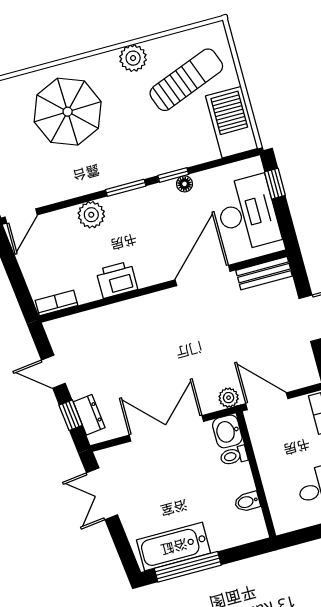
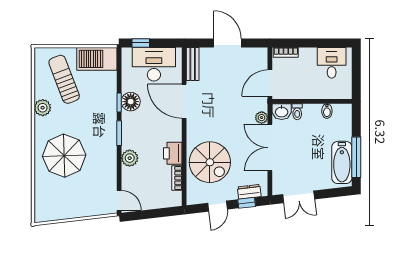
floor lamp: (185, 184) -> (131, 102), width x1.89, depth x1.89
bookcase: (56, 303) -> (177, 178), moved
spiral stairs: (118, 341) -> (210, 162), added
plant: (229, 398) -> (262, 118), moved

